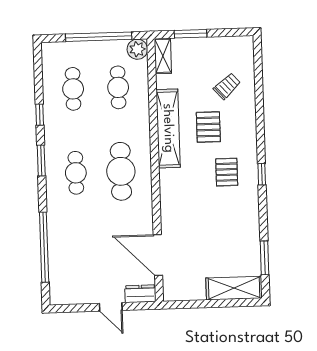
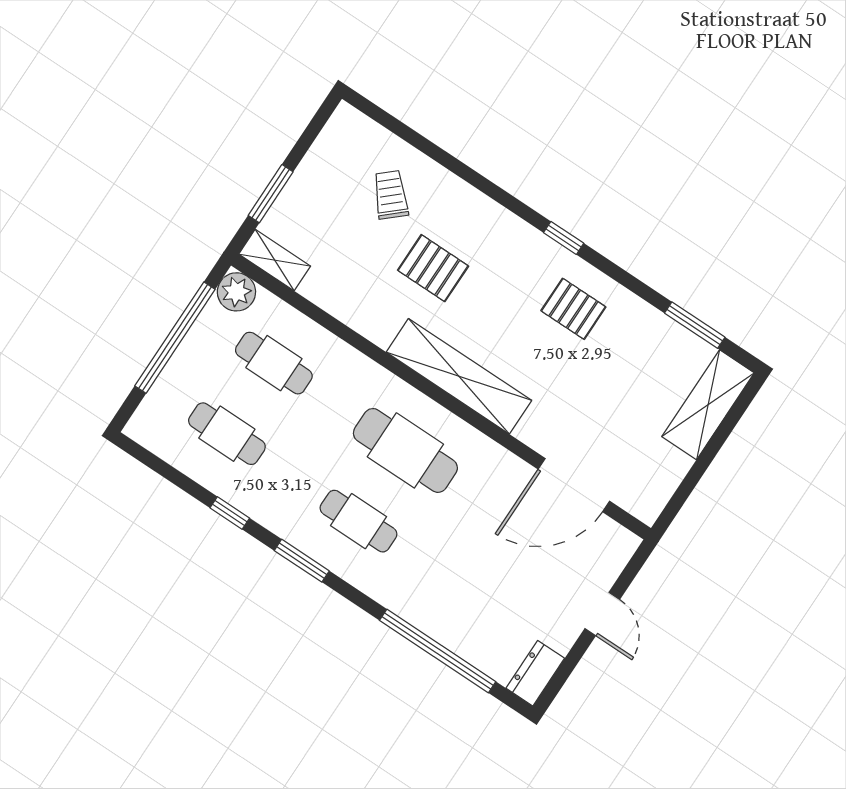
shelving: (168, 128) -> (459, 376), moved
pallet: (227, 172) -> (573, 309), moved
dresser: (140, 294) -> (535, 673), moved
door: (111, 307) -> (602, 614), hinge flipped

